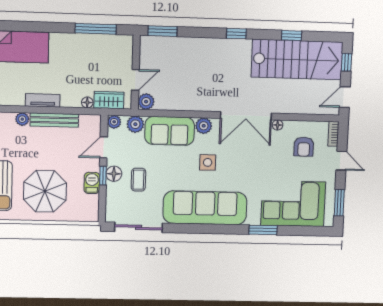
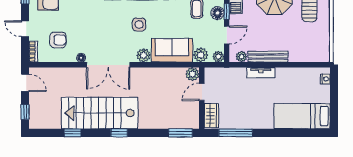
stairs: (297, 60) -> (100, 113), moved
door: (345, 97) -> (25, 83), hinge flipped
tv unit: (43, 100) -> (261, 73), moved
wardrobe: (109, 100) -> (211, 116), moved, turned -90
floor lamp: (87, 102) -> (241, 72), removed
double door: (246, 116) -> (108, 65), swing flipped
plant: (22, 119) -> (242, 57), moved
armchair: (304, 147) -> (58, 40), turned 90

